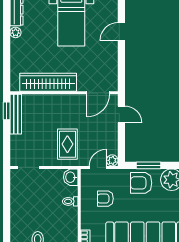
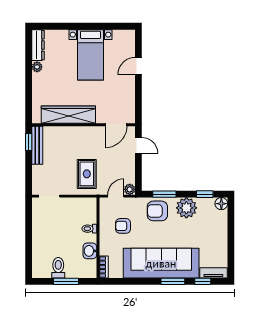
washbasin: (71, 177) -> (90, 251), moved

